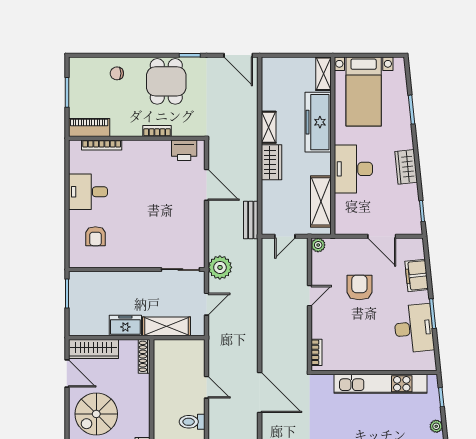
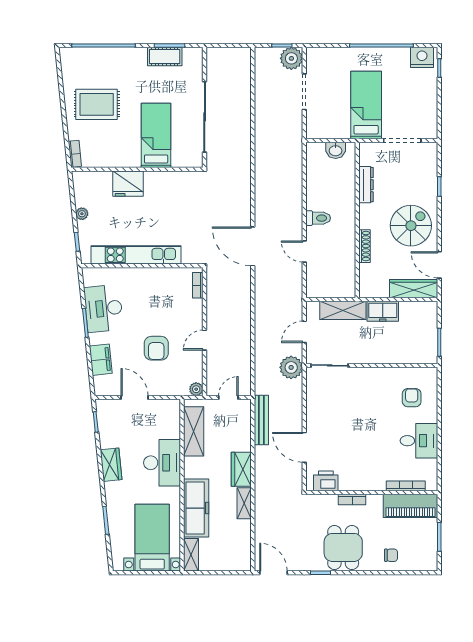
piano: (89, 127) -> (411, 506), width x1.37, depth x1.33
bench: (251, 220) -> (261, 420), width x1.36
shoe rack: (144, 356) -> (365, 246), moved

